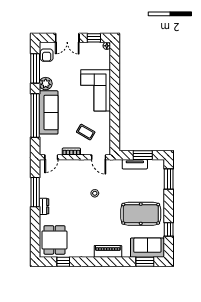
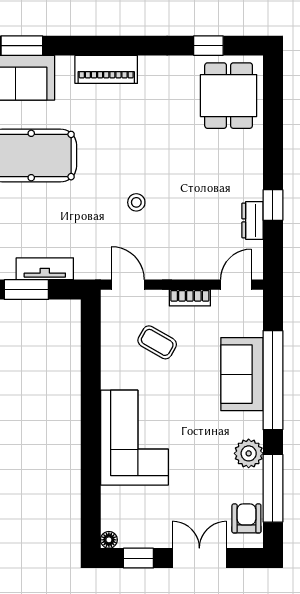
sofa: (49, 112) -> (242, 374), width x0.73
window: (35, 192) -> (273, 205), width x0.46
dresser: (44, 206) -> (252, 220), moved

